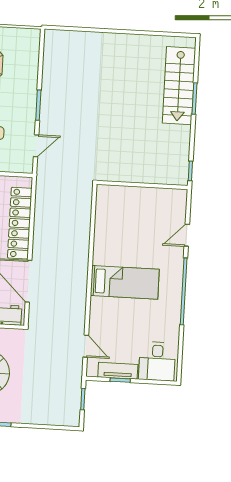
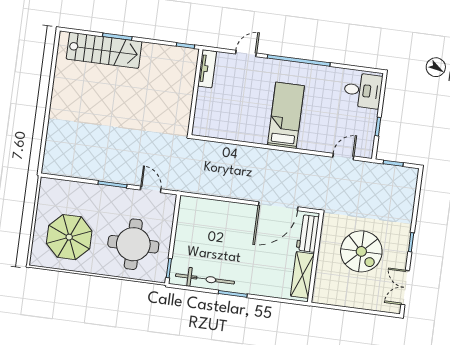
locker: (20, 223) -> (223, 210), removed
door: (187, 235) -> (246, 54), swing flipped
tv unit: (118, 371) -> (207, 69), moved, turned 180

